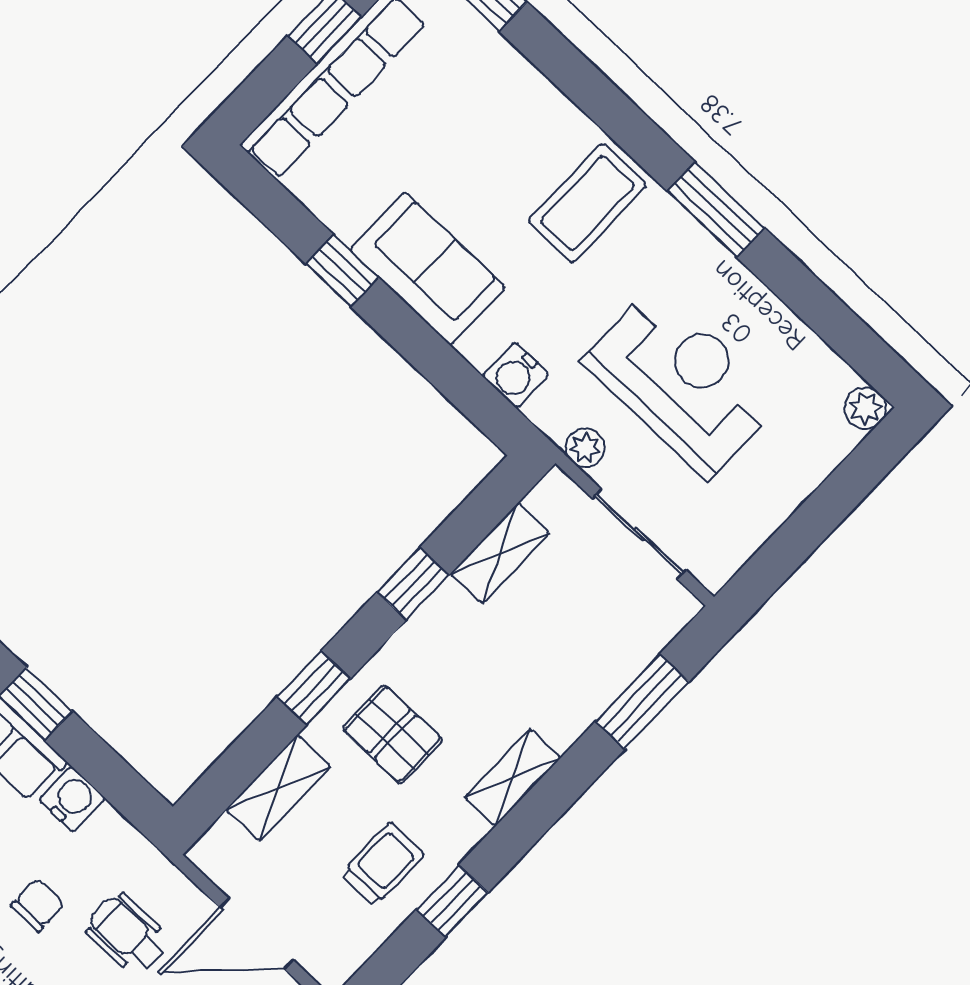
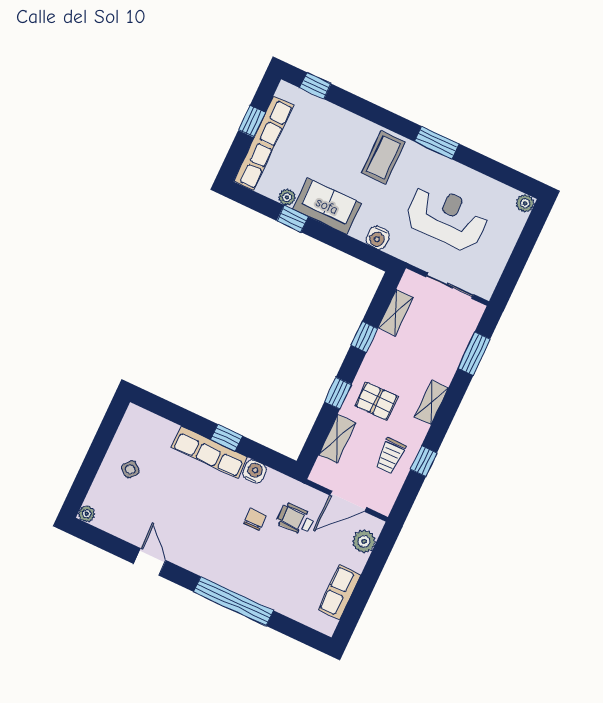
plant: (585, 448) -> (287, 197), moved
trolley: (382, 864) -> (390, 456), turned 180

